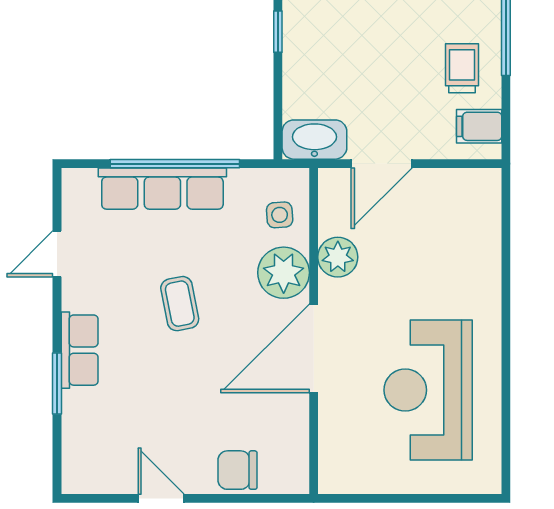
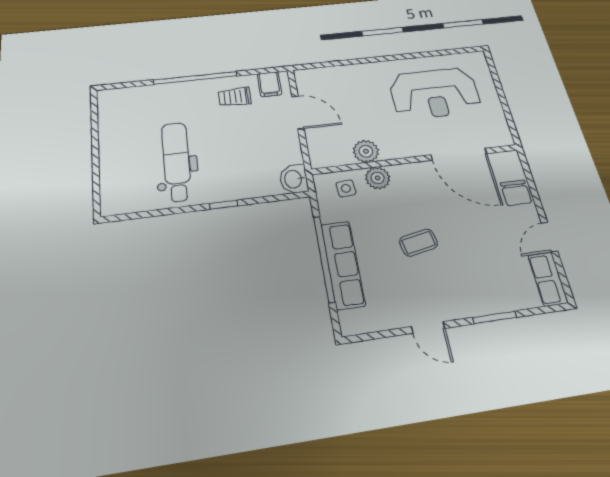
washbasin: (314, 140) -> (294, 179), width x0.72
door: (382, 164) -> (298, 112), moved
door: (57, 254) -> (428, 327), moved
plant: (284, 273) -> (378, 178), width x0.73, depth x0.73
door: (314, 348) -> (459, 154), moved
row of seats: (80, 350) -> (548, 279), moved, turned -90

